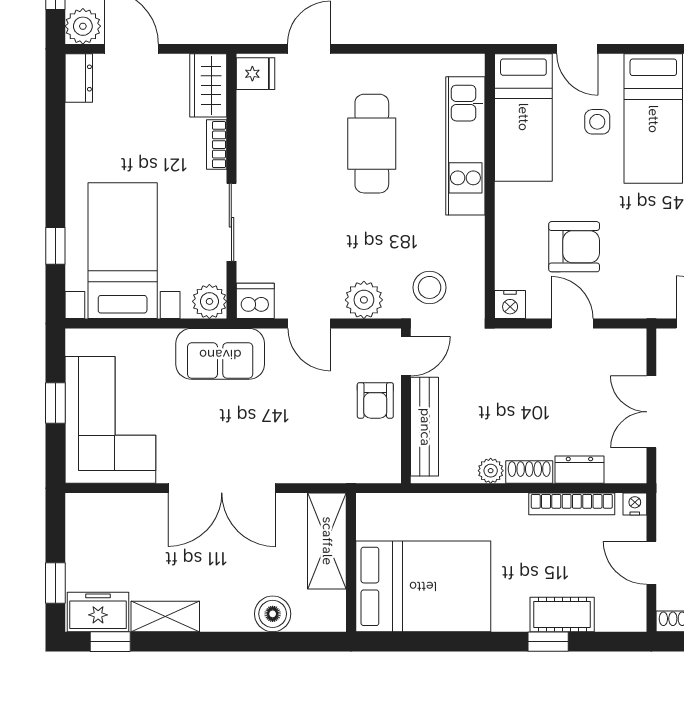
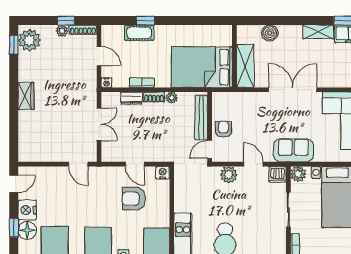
stool: (430, 287) -> (199, 180), removed
bookcase: (572, 504) -> (142, 83), width x0.64
bed: (423, 586) -> (202, 67), moved

